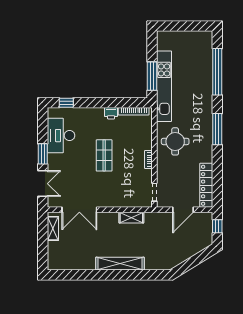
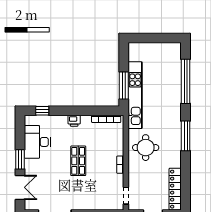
printer: (111, 113) -> (74, 121), moved

